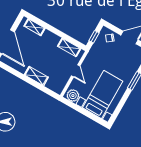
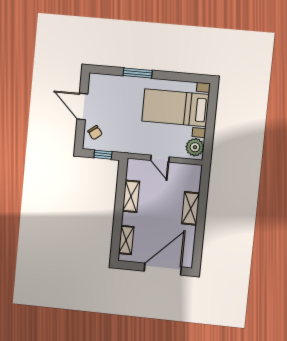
shelving: (69, 47) -> (131, 196), moved
door: (76, 71) -> (160, 159), swing flipped

